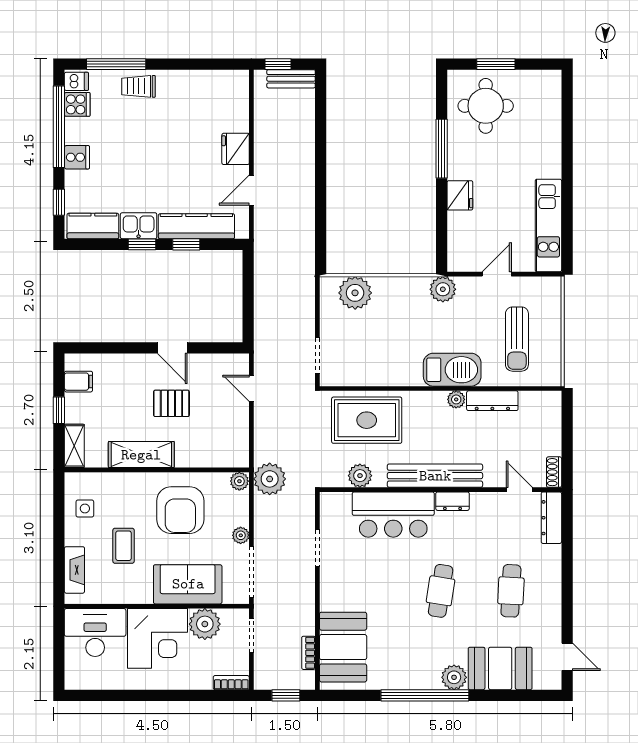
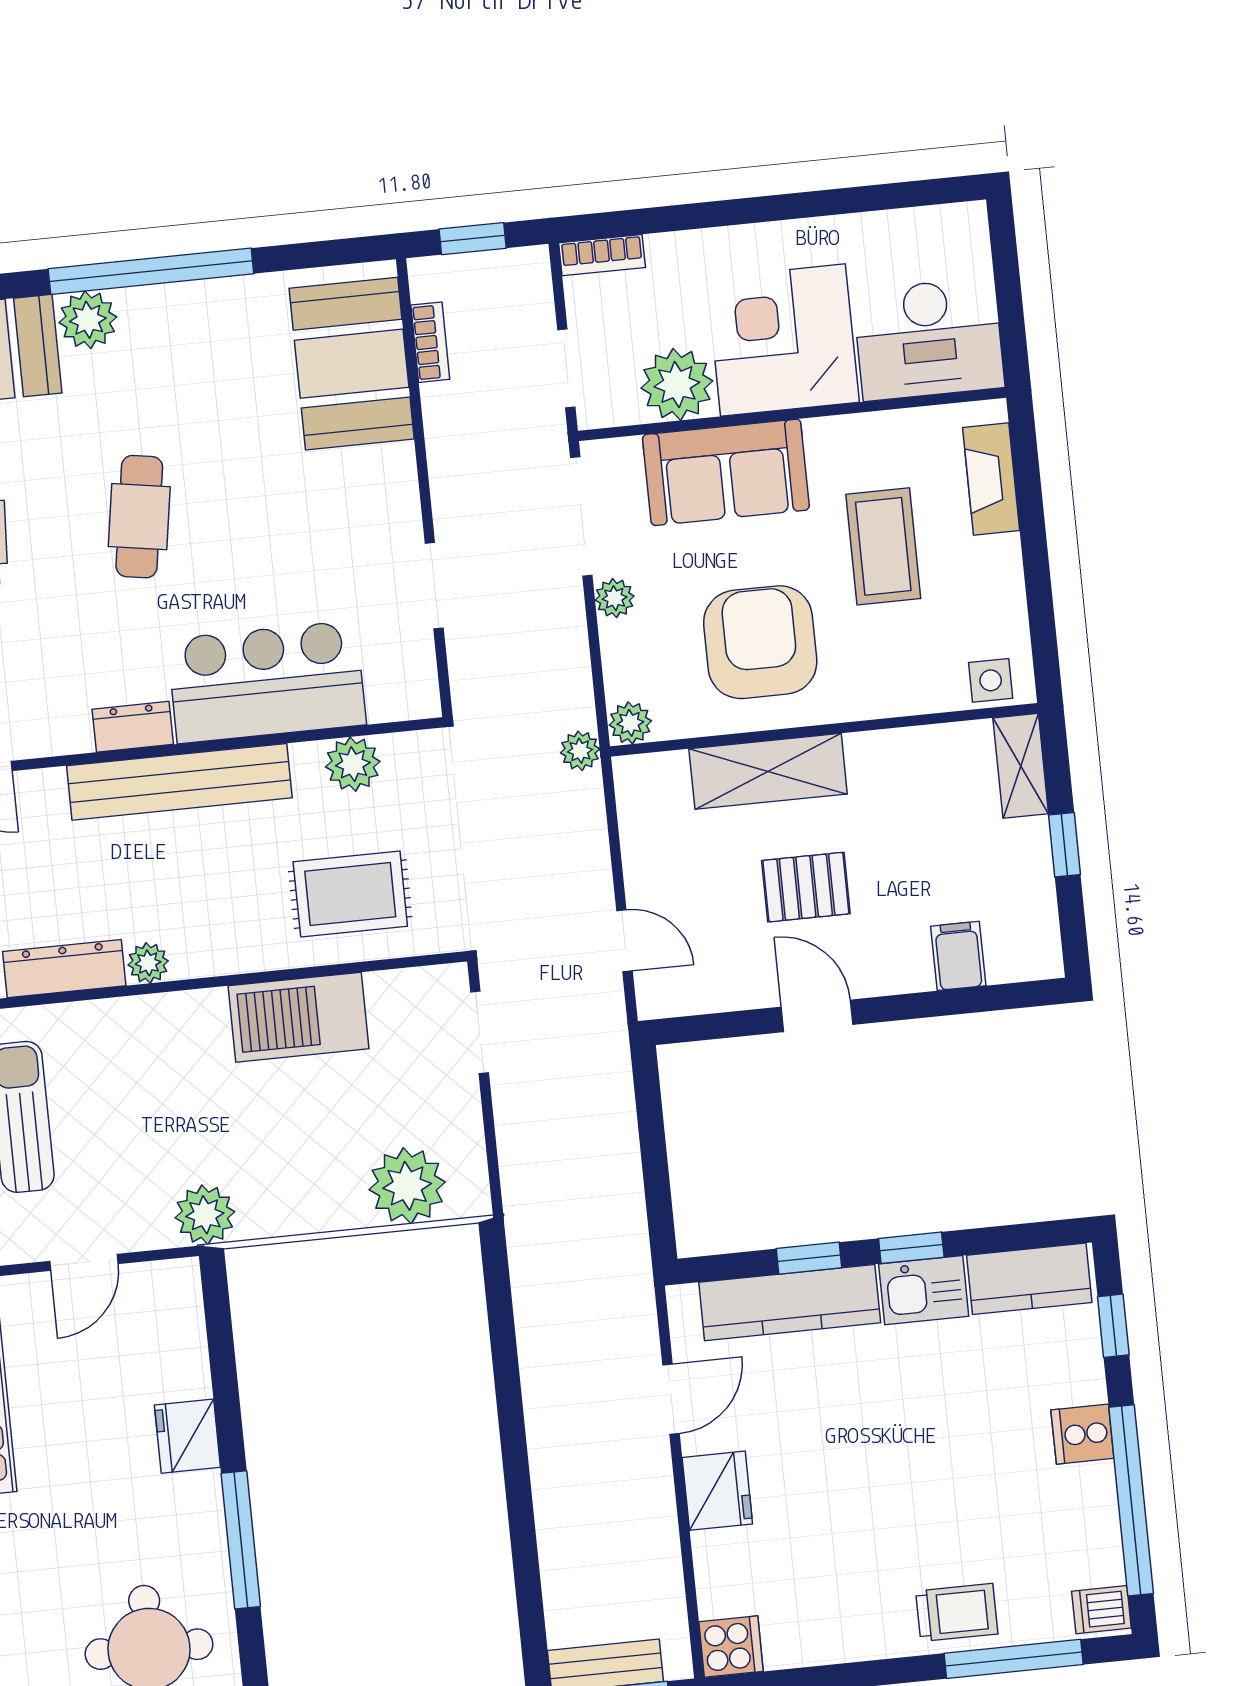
cooker: (77, 104) -> (731, 1647), moved, turned 180
barbecue: (452, 370) -> (298, 1017), moved
filing cabinet: (78, 382) -> (958, 956), moved, turned 90
rug: (367, 420) -> (350, 894), width x0.73, depth x0.70
shelving: (141, 455) -> (768, 771), moved
plant: (270, 479) -> (580, 751), width x0.53, depth x0.53
side table: (85, 508) -> (991, 680), moved
coffee table: (124, 546) -> (883, 546), width x1.36, depth x1.30

